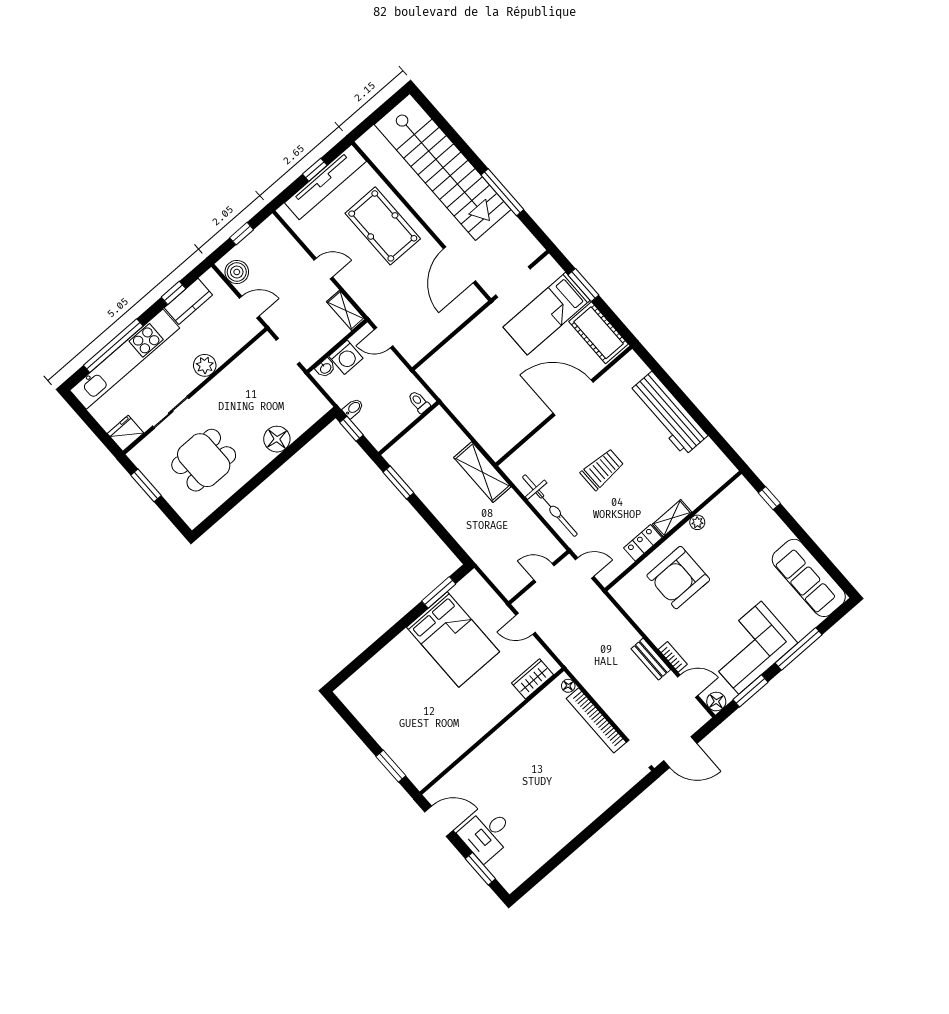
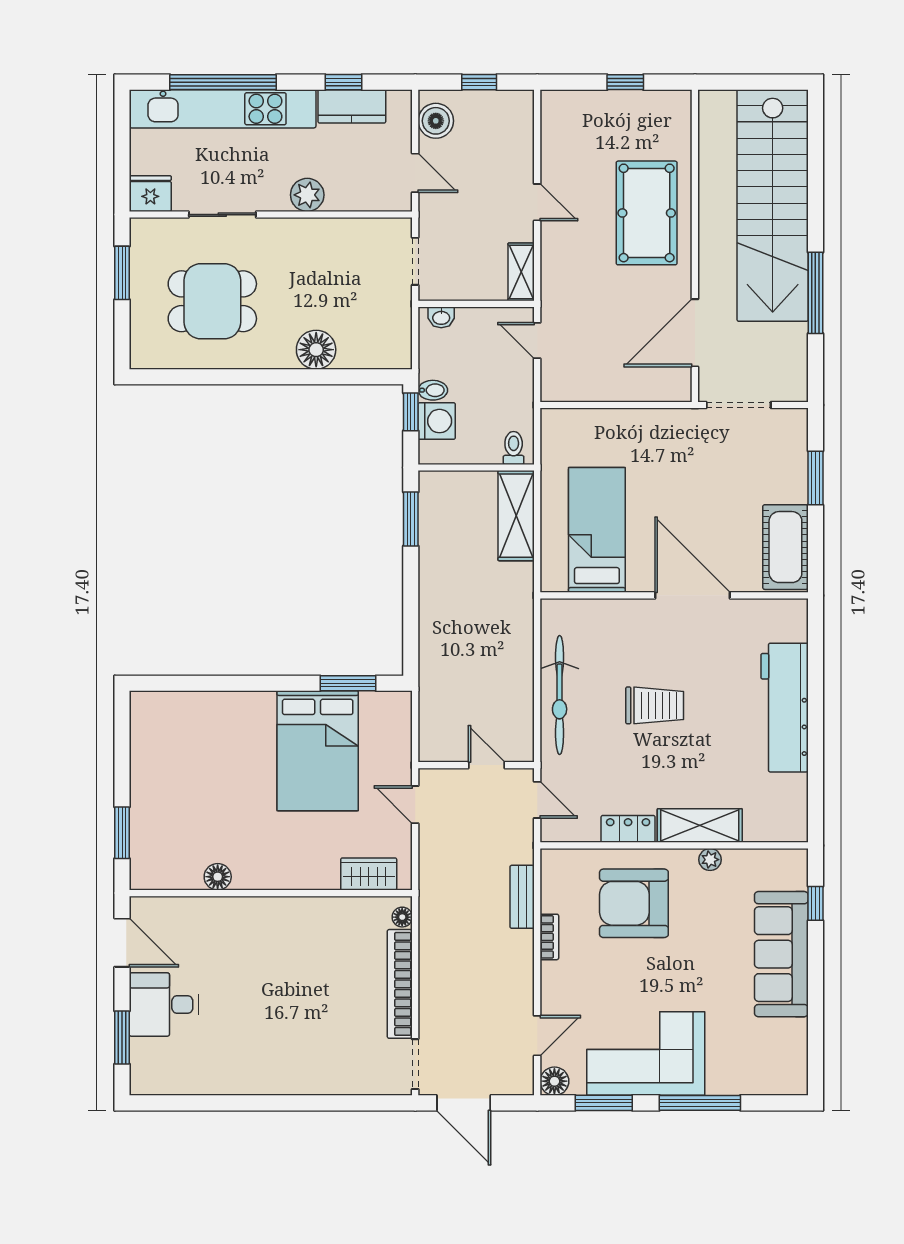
tv unit: (325, 182) -> (625, 107), removed
bed: (547, 314) -> (597, 530), moved, turned 90
washing machine: (346, 357) -> (437, 421), moved, turned -90
shelving: (482, 472) -> (516, 516), moved
shelving: (672, 518) -> (700, 826), width x1.50, depth x1.33
sofa: (809, 578) -> (781, 954), moved
bookcase: (673, 657) -> (549, 937), moved
bench: (651, 659) -> (522, 897), moved
door: (688, 686) -> (537, 1036), hinge flipped
floor lamp: (458, 746) -> (218, 877), added

